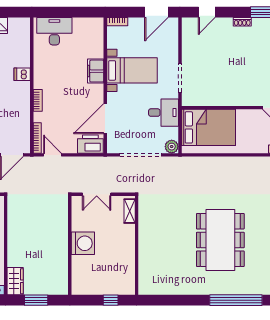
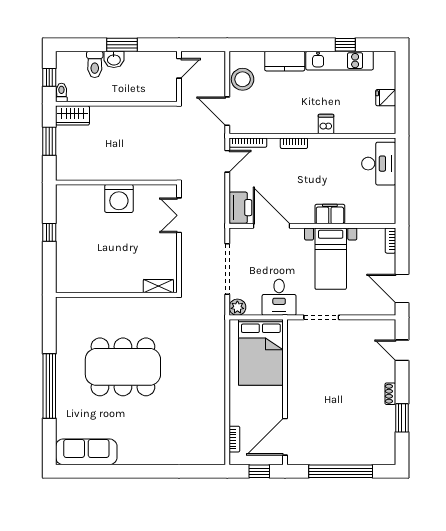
shelving: (130, 211) -> (158, 286), moved
wall: (137, 245) -> (116, 295), moved

